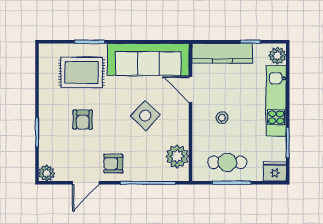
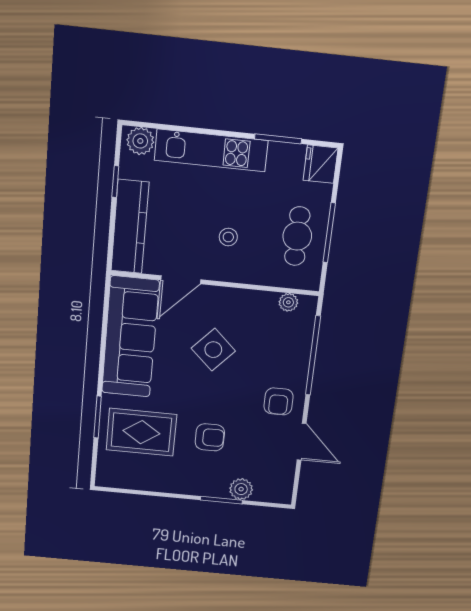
rug: (82, 72) -> (141, 432), turned 90
plant: (177, 156) -> (288, 302), width x0.53, depth x0.53
plant: (47, 173) -> (241, 489), moved

